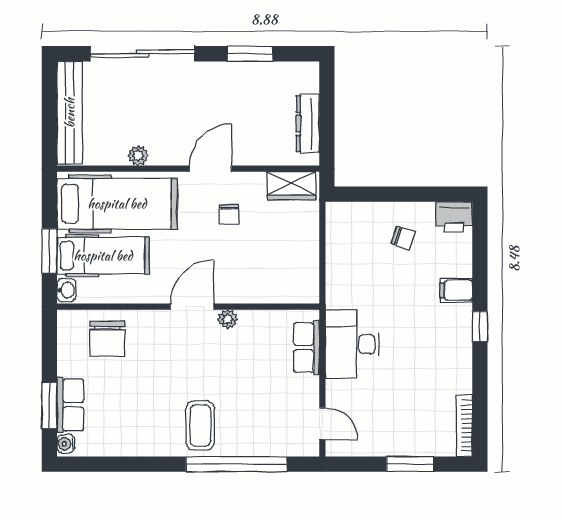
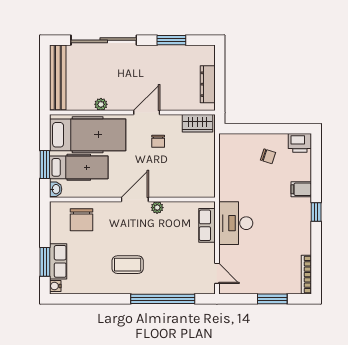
coffee table: (200, 425) -> (128, 265), moved, turned 90

